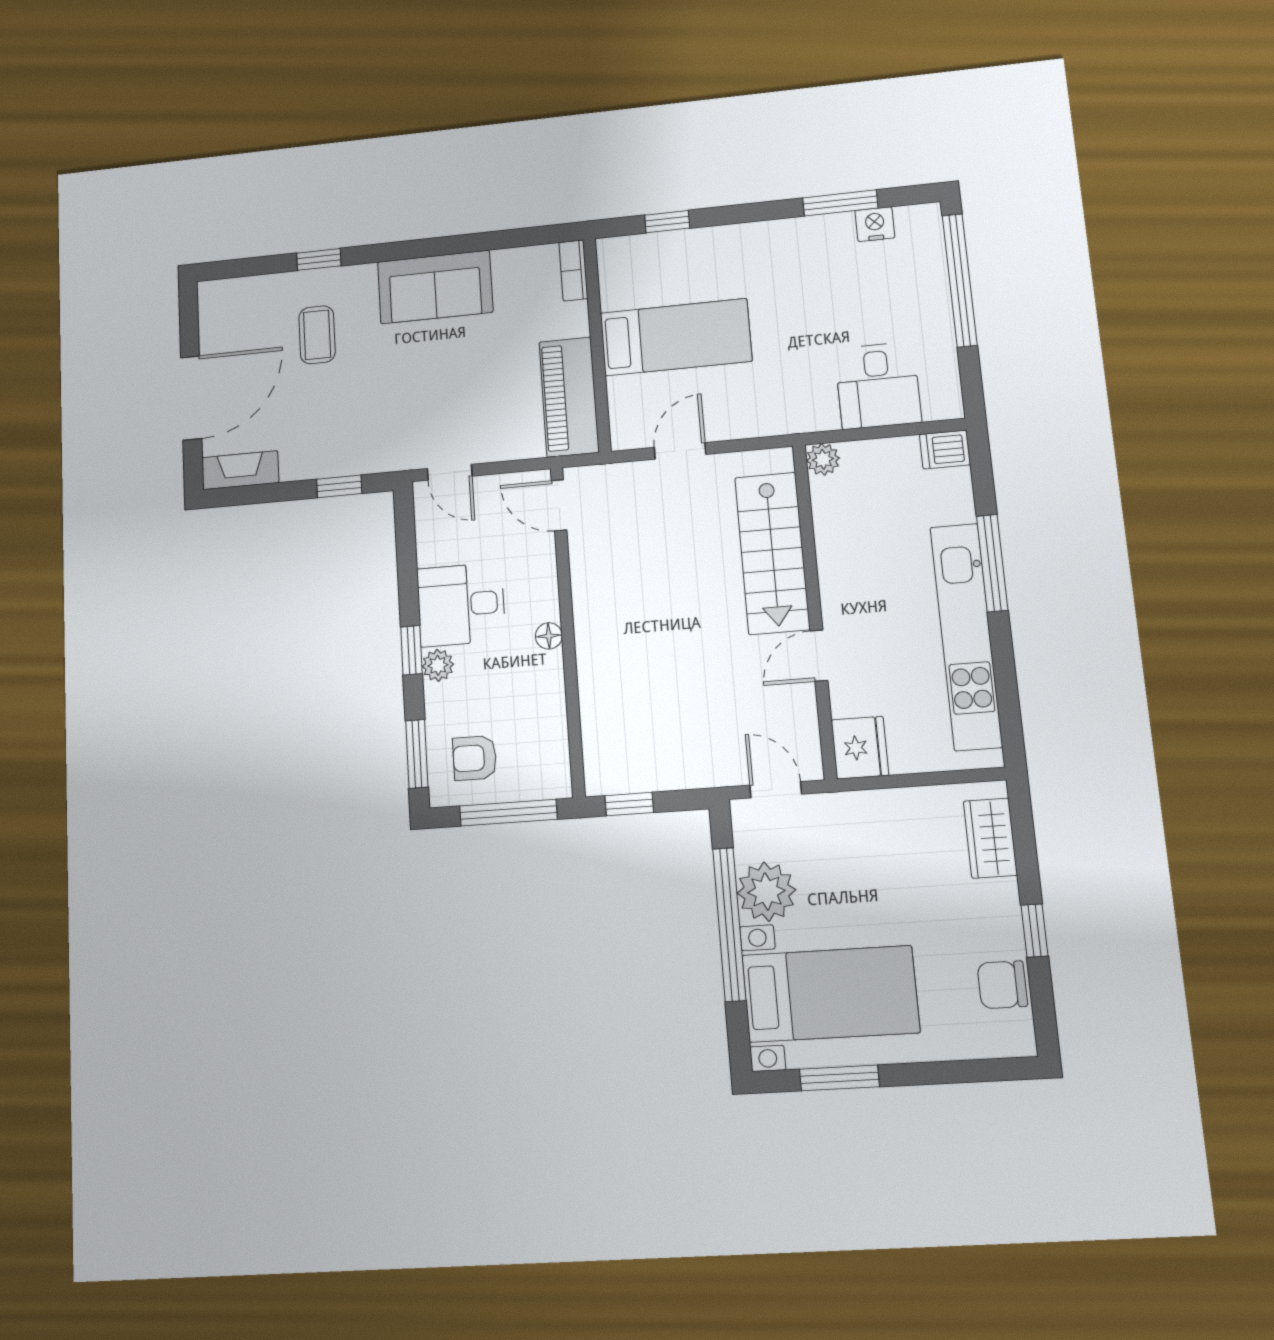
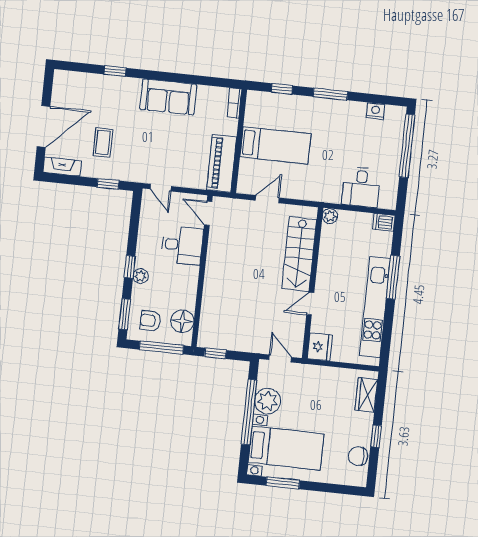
window: (840, 203) -> (330, 94), moved
coffee table: (317, 335) -> (103, 143), moved
desk: (461, 605) -> (182, 245), moved, turned 180
floor lamp: (549, 636) -> (182, 321), moved, width x1.89, depth x1.89

